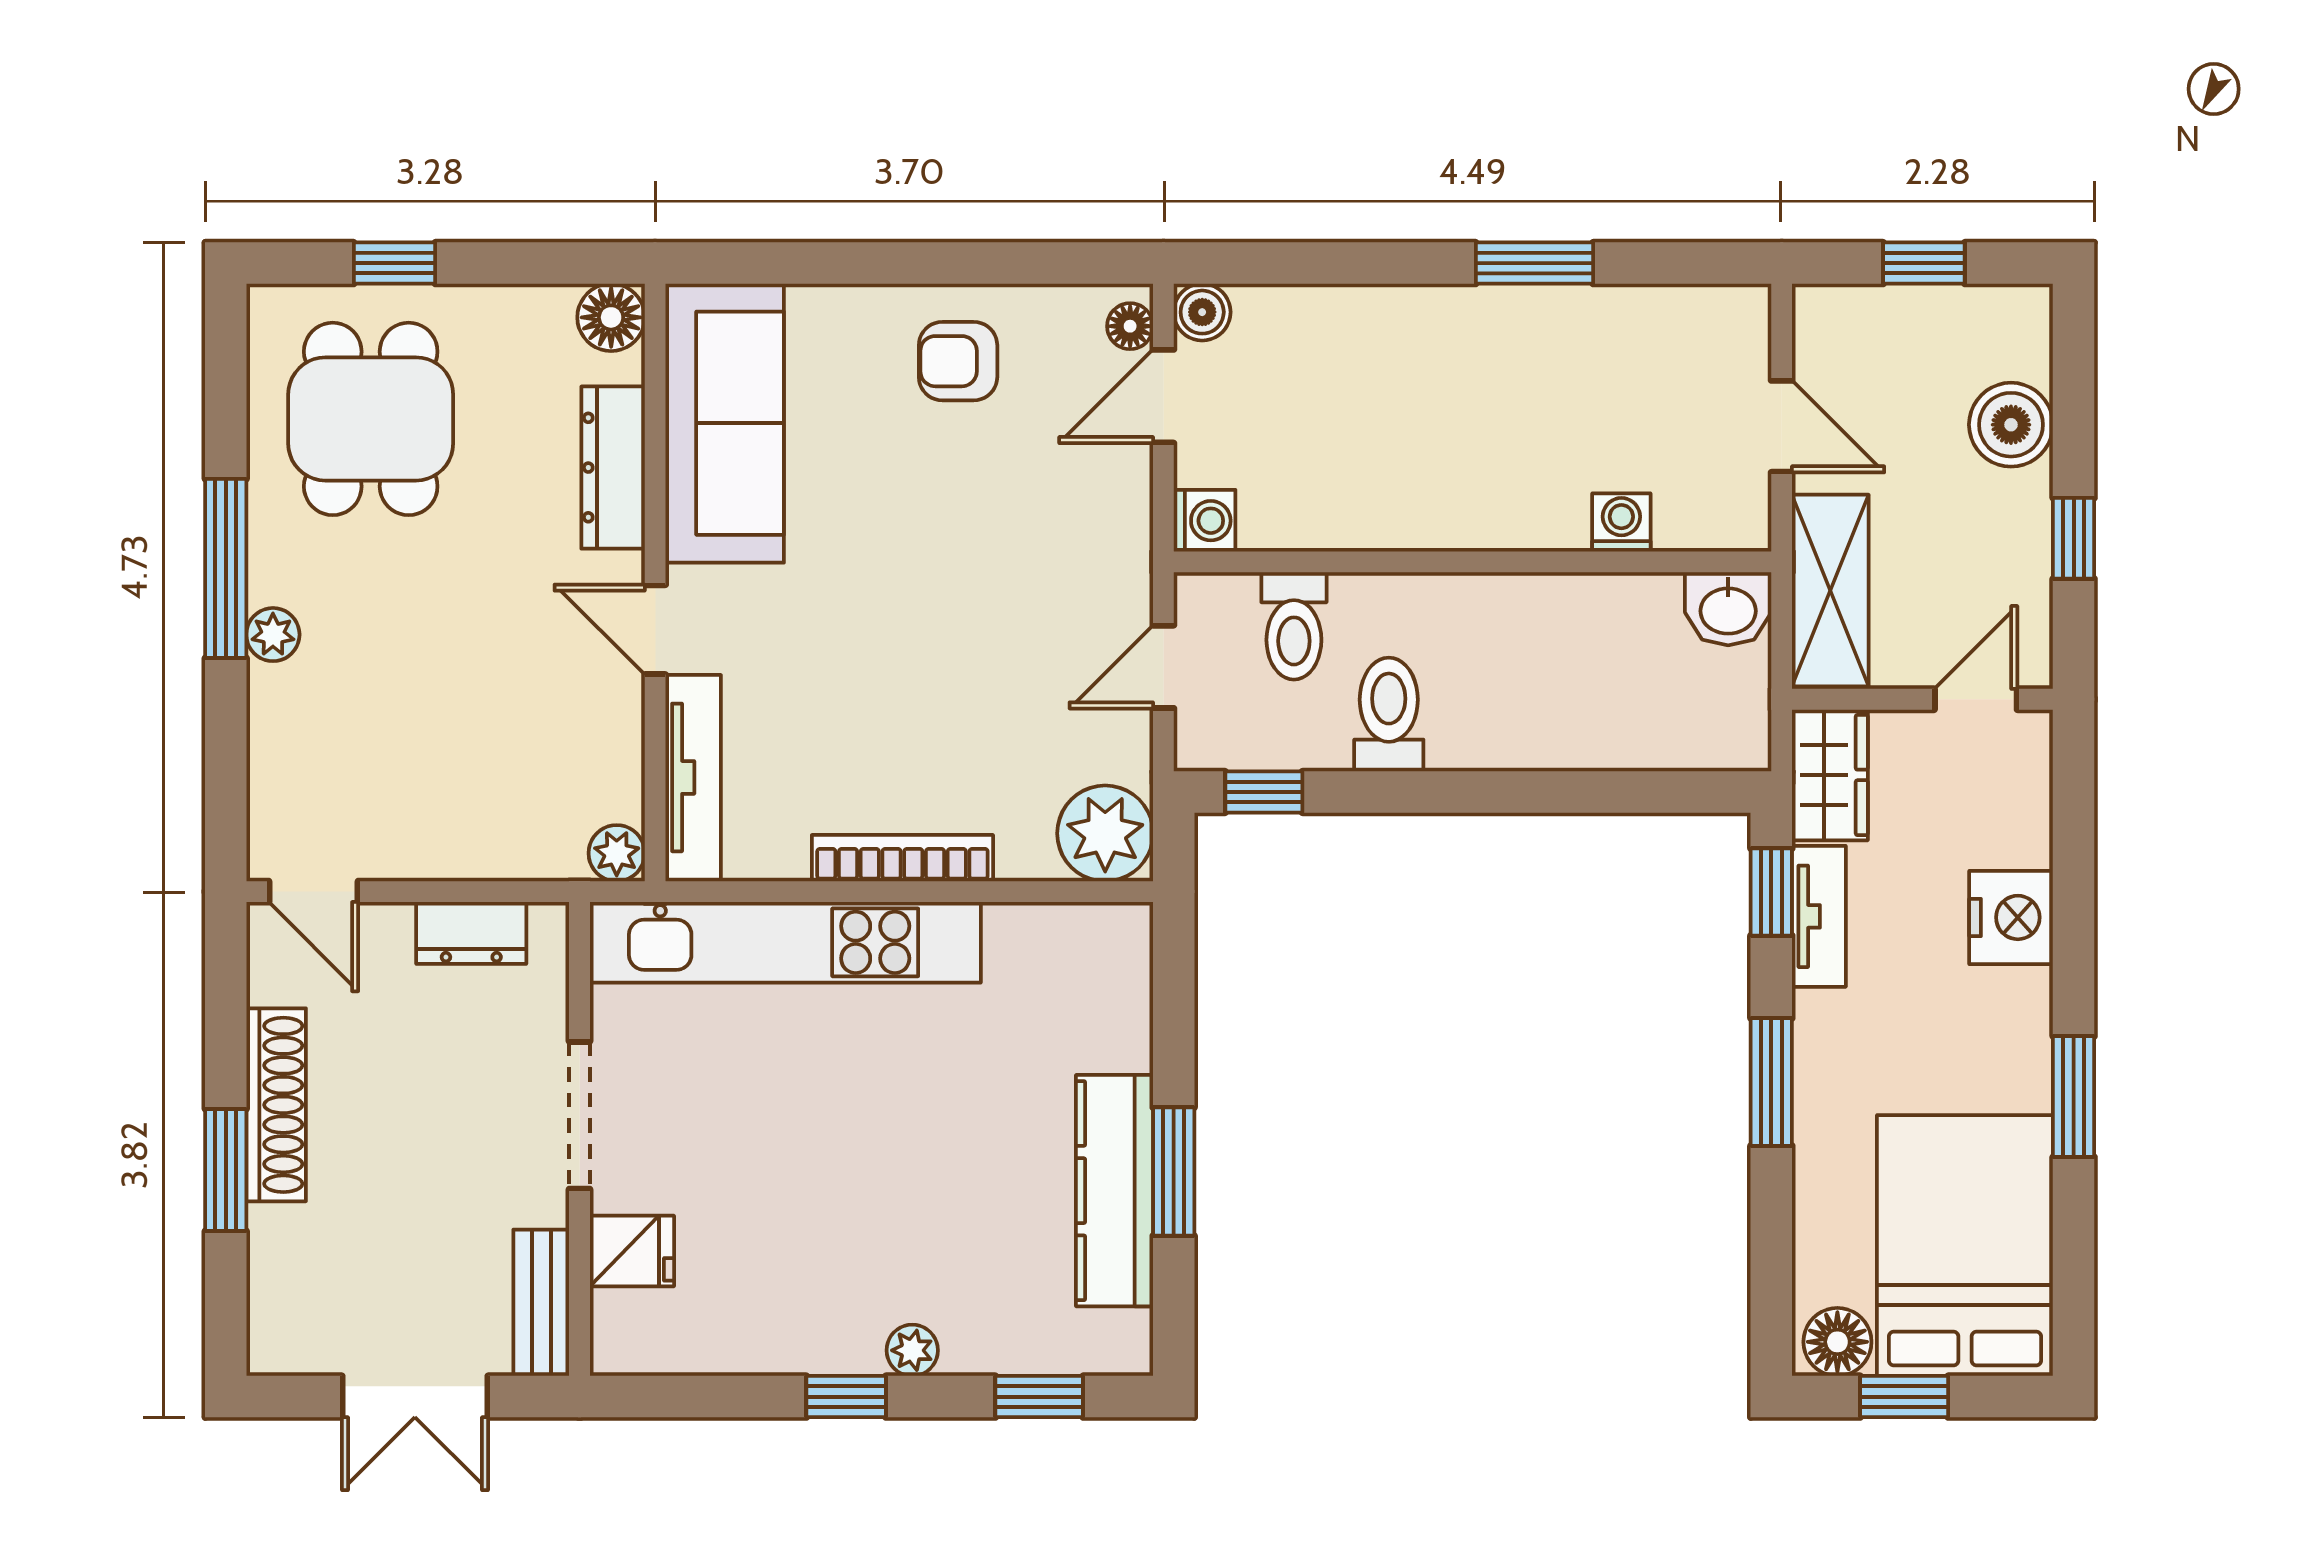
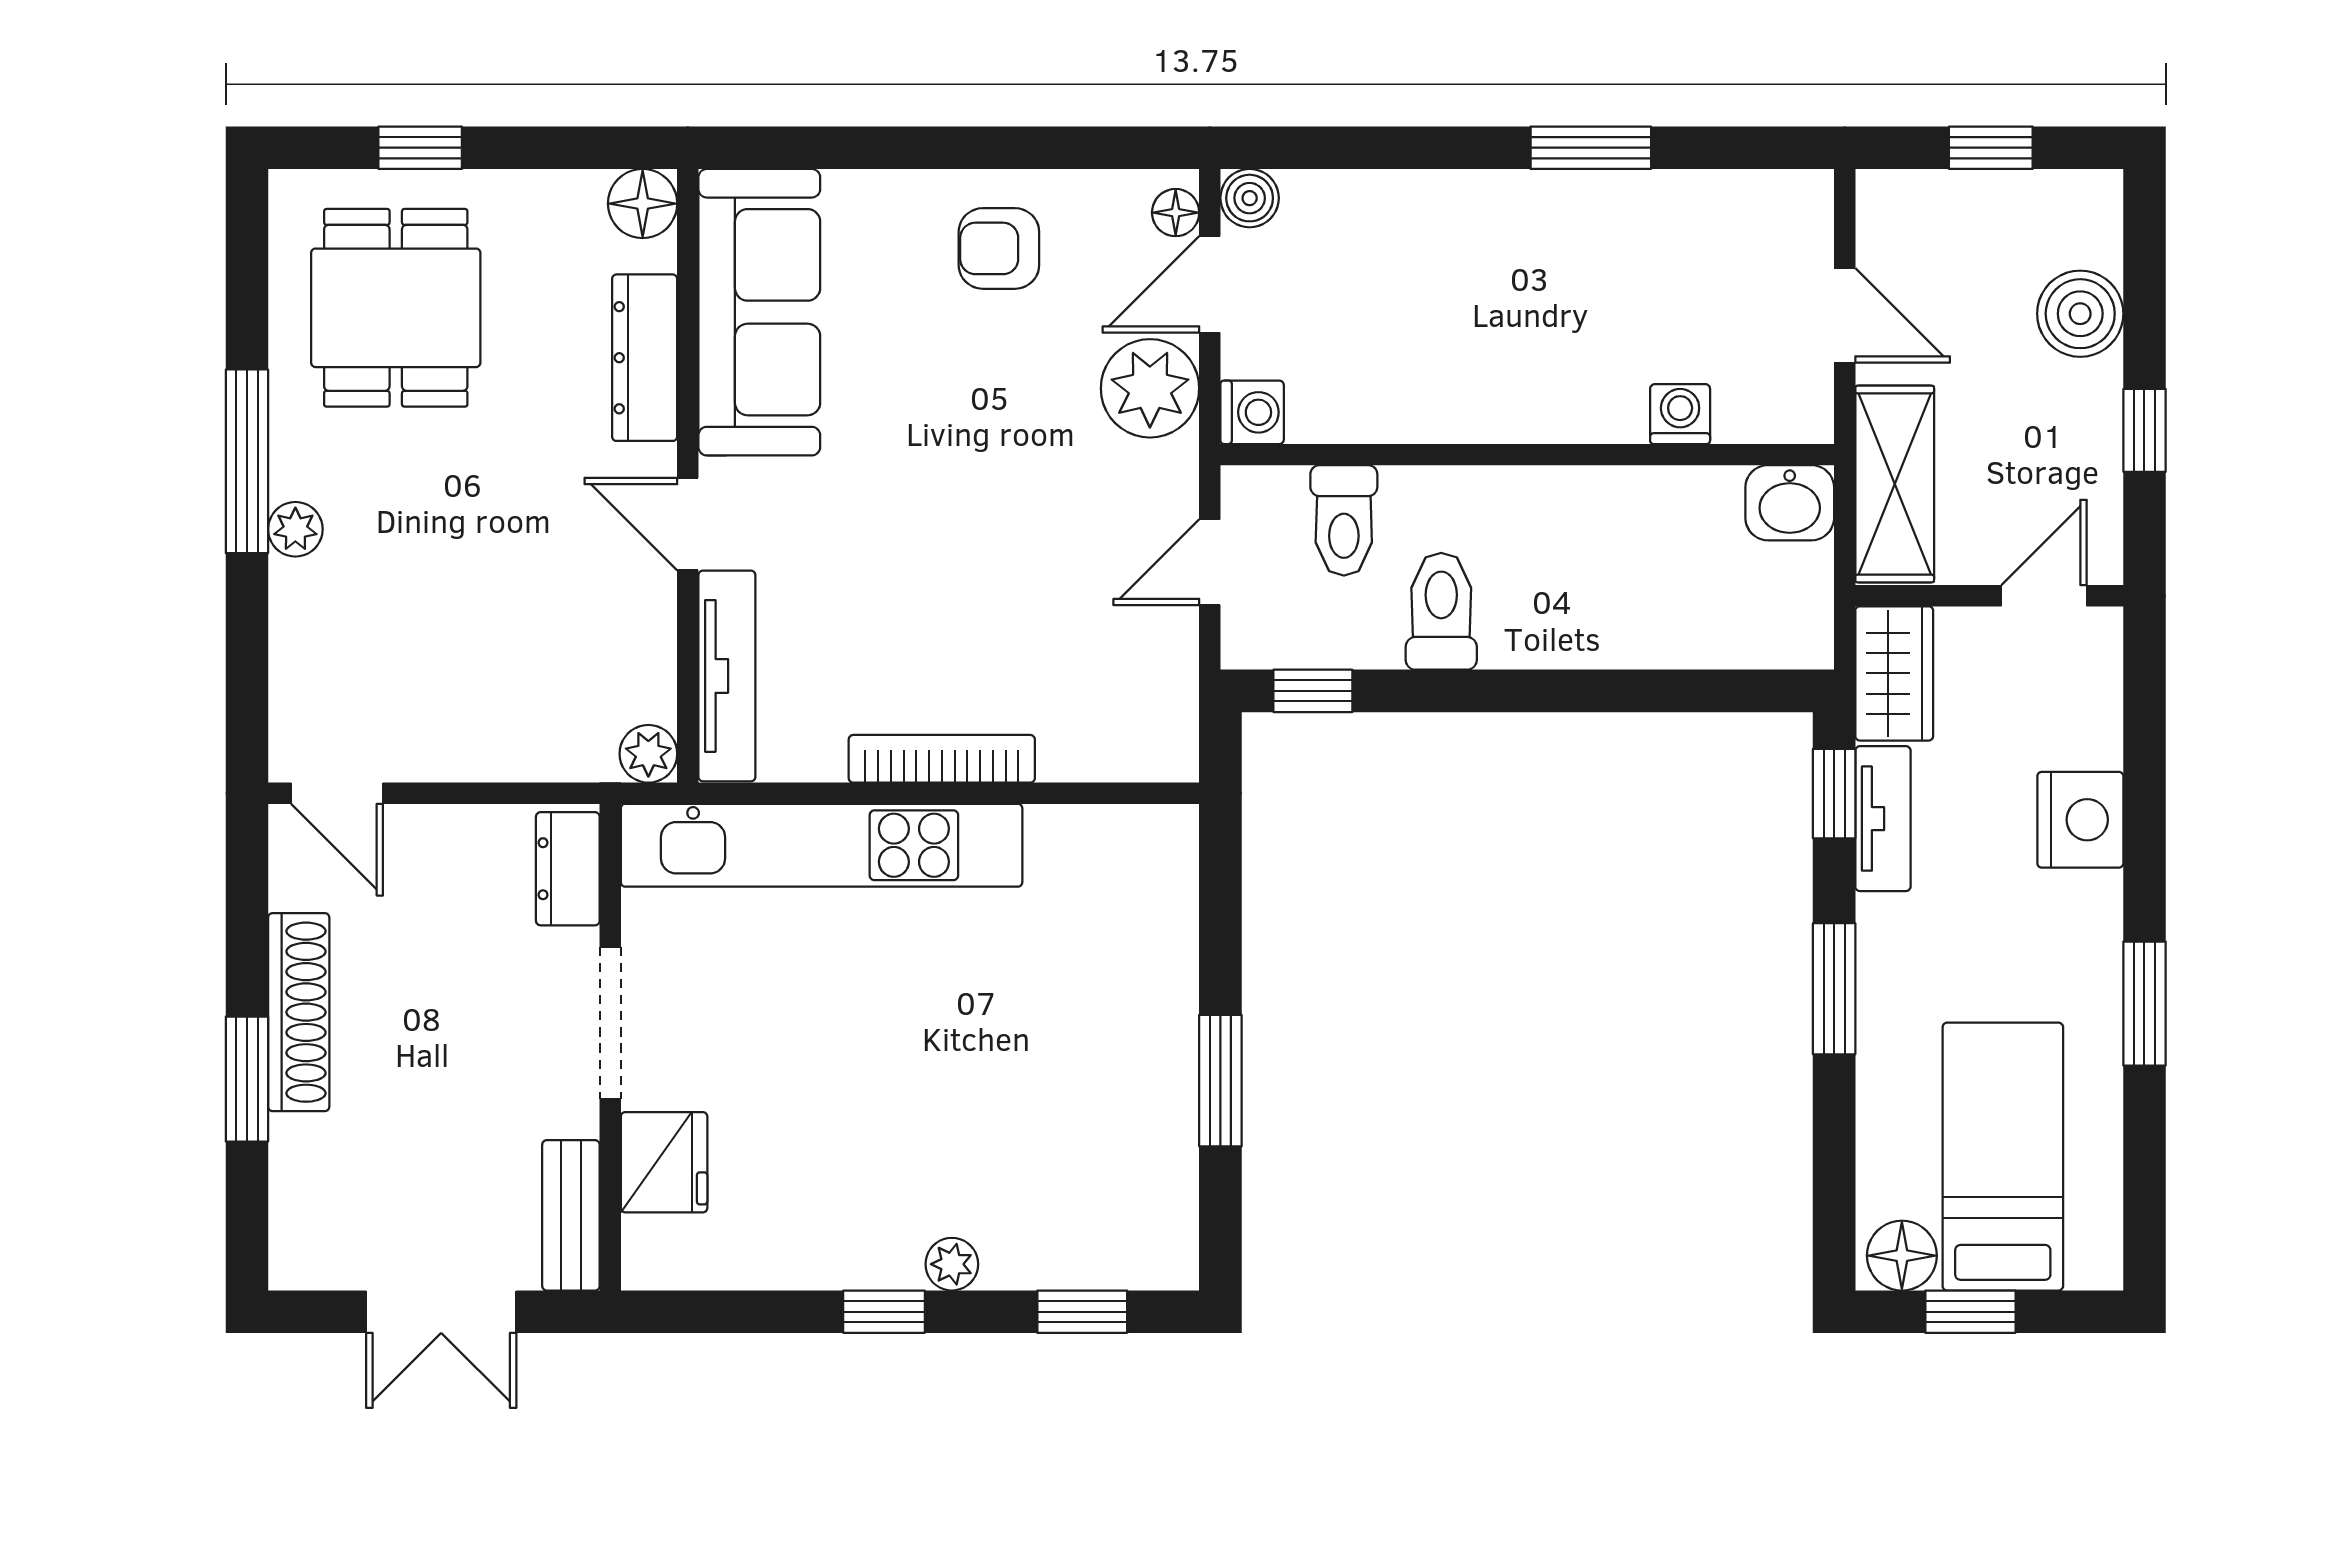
plant: (1105, 833) -> (1150, 388), moved
dresser: (471, 933) -> (568, 869), moved, turned 90
kitchen counter: (1115, 1191) -> (1160, 1100), removed
bed: (1965, 1246) -> (2003, 1157), width x0.67
fridge: (632, 1251) -> (664, 1162), width x1.38

